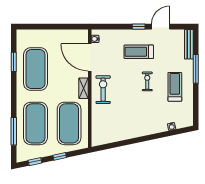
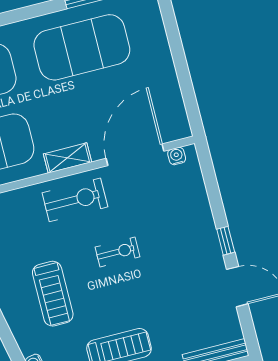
treadmill: (139, 52) -> (53, 294), moved, turned 180
exercise bike: (147, 81) -> (117, 252), moved

